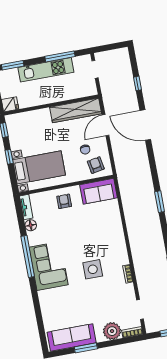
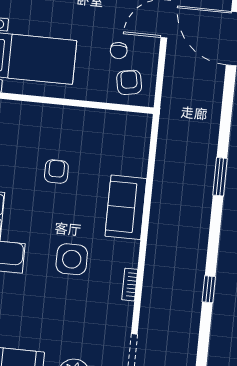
sofa: (98, 191) -> (126, 207), moved, turned 90
armchair: (64, 201) -> (56, 171), moved

